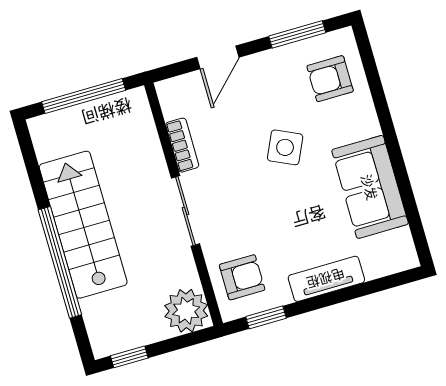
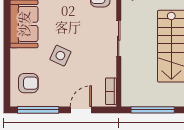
window: (297, 34) -> (38, 110), width x1.44
bookcase: (182, 145) -> (111, 91), moved

